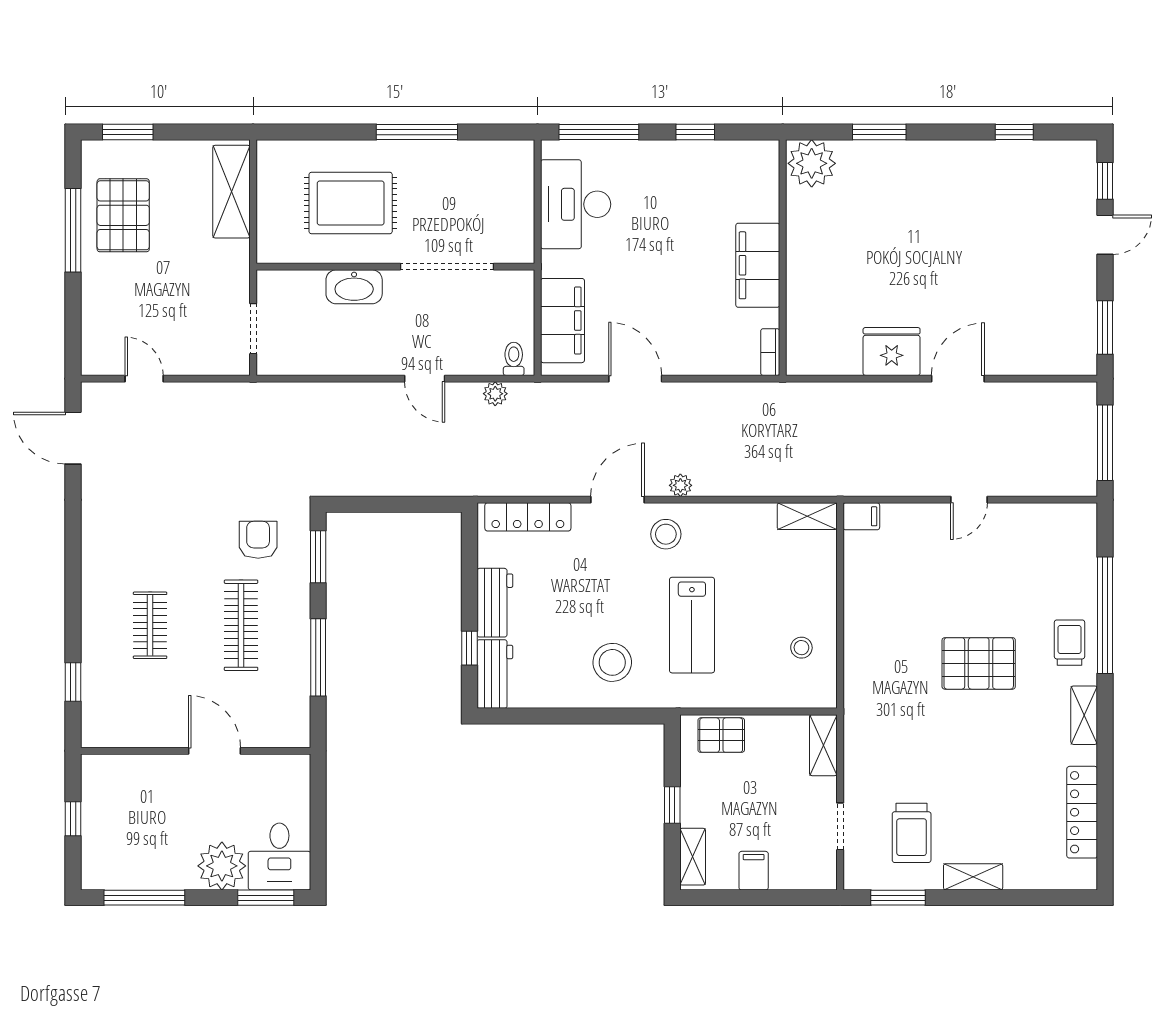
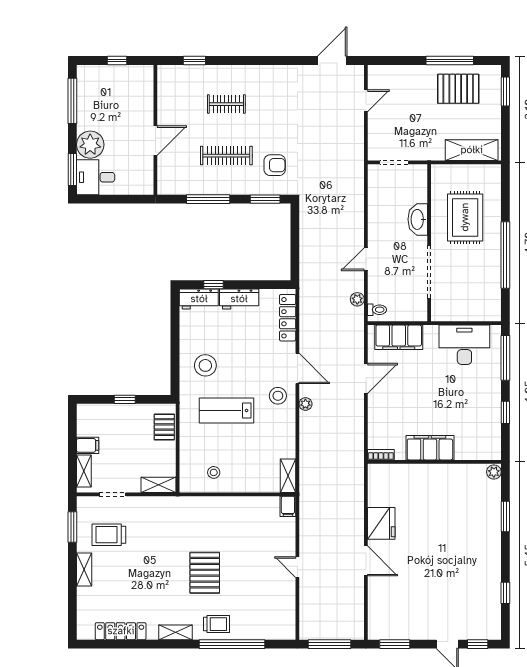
window: (417, 132) -> (505, 255), width x1.46
plant: (812, 163) -> (494, 472), width x0.53, depth x0.53
shelving: (693, 857) -> (84, 471), moved, turned 90

